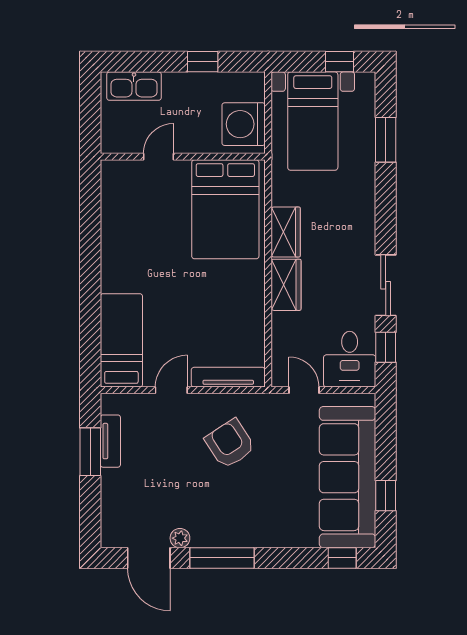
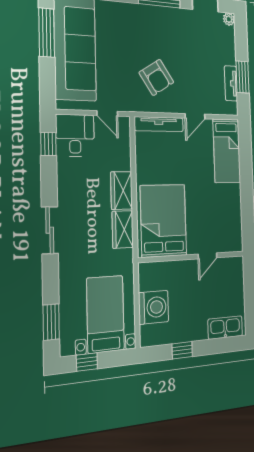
window: (386, 140) -> (51, 322), moved
door: (159, 157) -> (207, 256), moved
wall: (183, 157) -> (192, 257), moved
bed: (225, 209) -> (163, 221), moved
sliding door: (386, 285) -> (50, 230), moved
window: (386, 496) -> (47, 33), width x2.17
plant: (180, 538) -> (229, 19), moved

